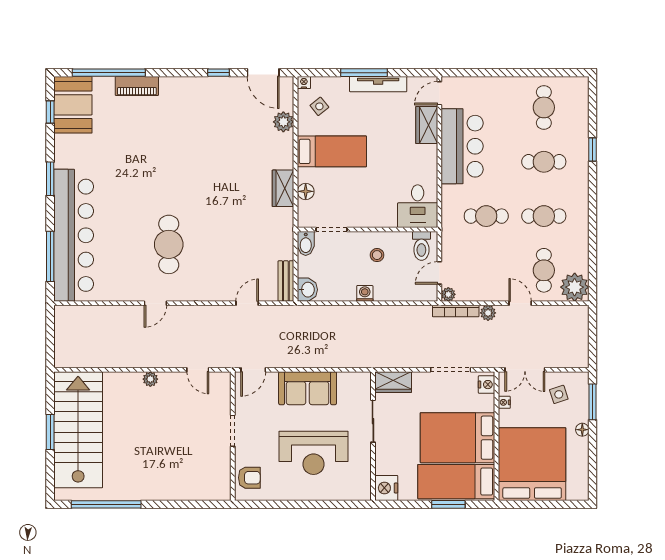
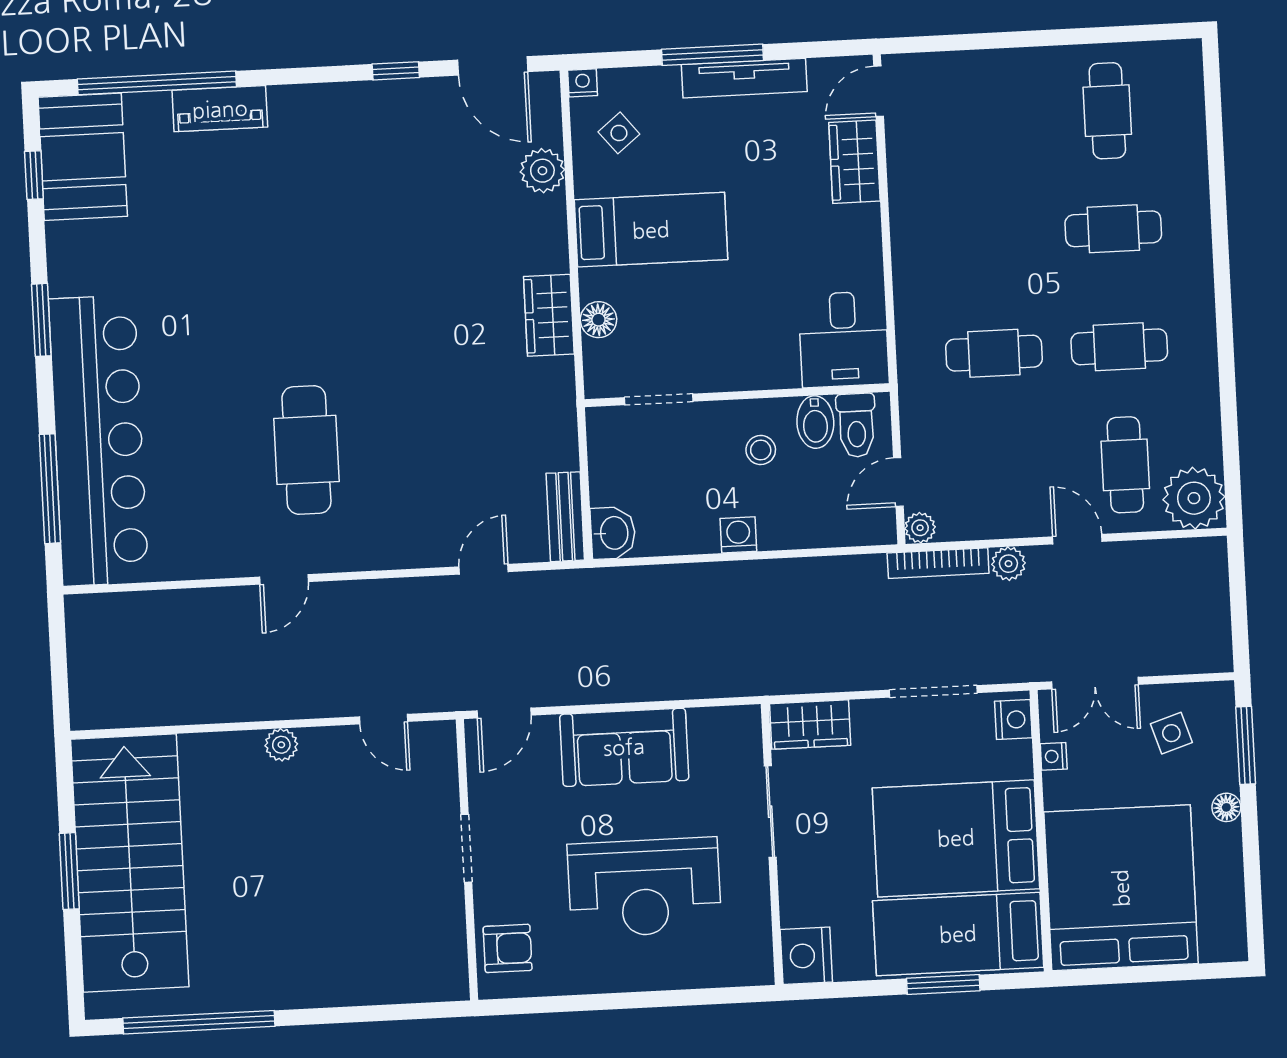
bar counter: (462, 146) -> (934, 204), removed
window: (593, 149) -> (1218, 197), removed
bidet: (306, 243) -> (815, 422), moved

